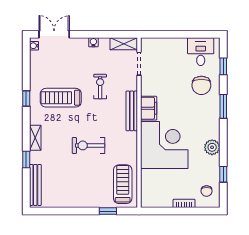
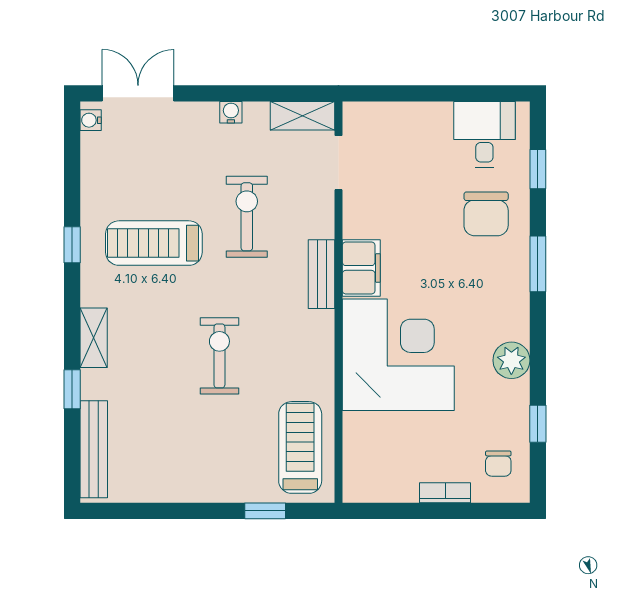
exercise bike: (100, 87) -> (247, 217), width x1.38, depth x1.39
bench: (132, 111) -> (322, 274), width x0.73
exercise bike: (89, 145) -> (219, 356), turned 90

